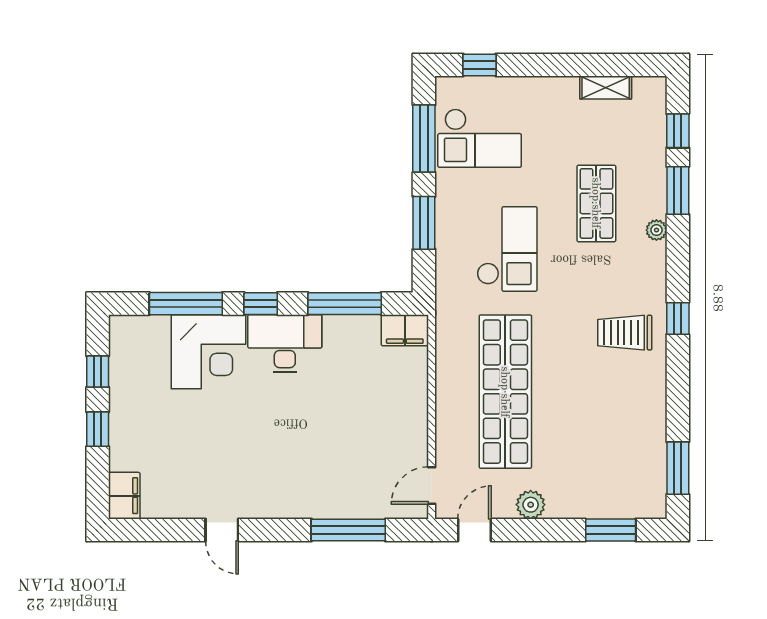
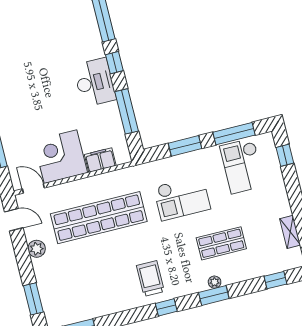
window: (678, 191) -> (214, 295), moved
filing cabinet: (405, 330) -> (100, 160), moved, turned 90
corner desk: (209, 352) -> (60, 157), moved, turned 90

